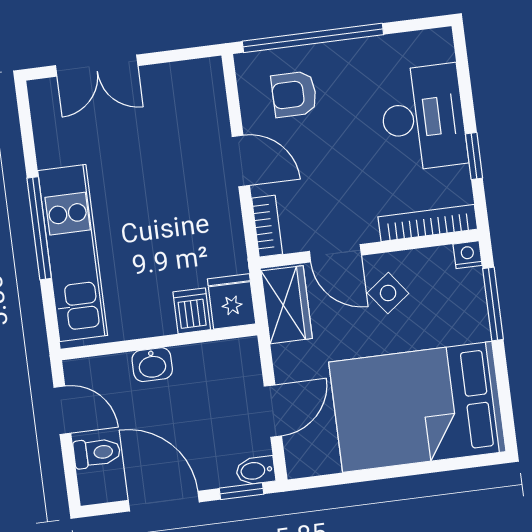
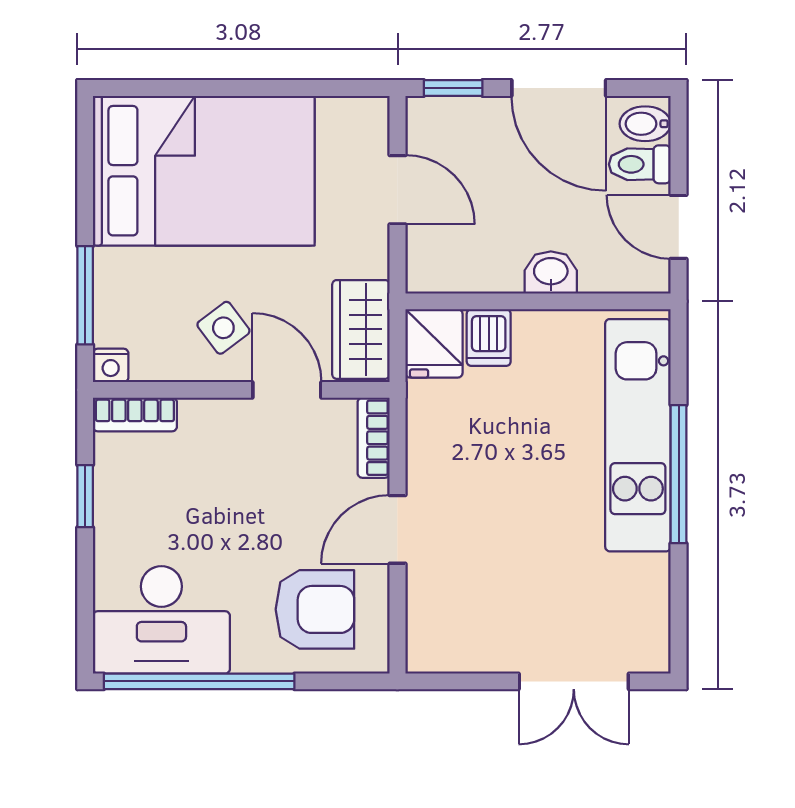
window: (313, 38) -> (199, 681), moved
double door: (97, 66) -> (574, 681), swing flipped
armchair: (294, 94) -> (315, 609), width x1.38, depth x1.38
desk: (423, 118) -> (161, 620), moved, turned -90
door: (241, 161) -> (397, 529), hinge flipped
bookcase: (428, 223) -> (135, 414), width x0.64
door: (273, 411) -> (397, 190), swing flipped
bidet: (256, 471) -> (645, 124), moved, turned 180

